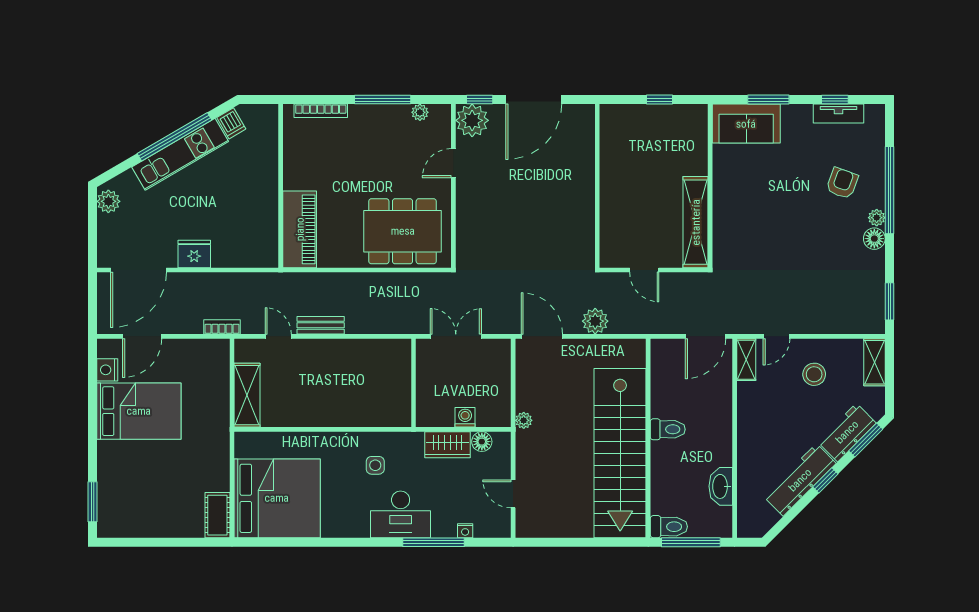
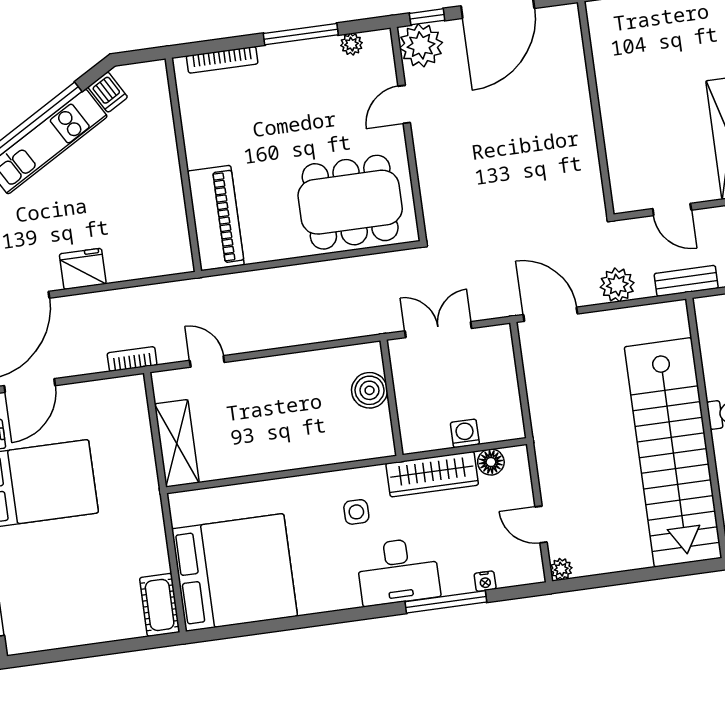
bench: (321, 325) -> (686, 281), moved
boiler: (398, 375) -> (370, 390), added
plant: (524, 420) -> (561, 569), moved
wardrobe: (448, 445) -> (432, 474), width x1.50

